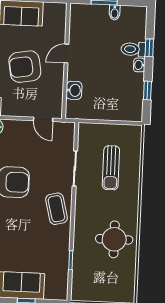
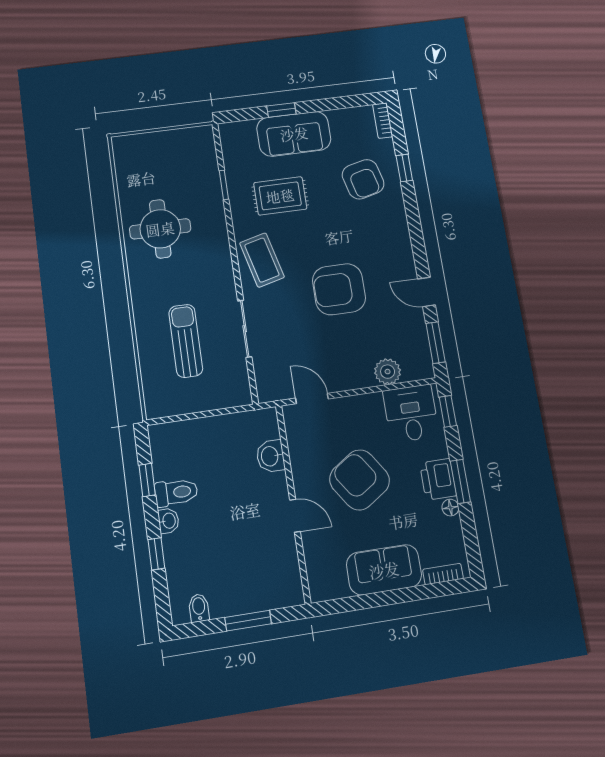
bidet: (115, 12) -> (199, 608), moved
toilet: (133, 49) -> (176, 492), moved
door: (66, 53) -> (295, 516), hinge flipped
armchair: (25, 67) -> (360, 480), turned -114
rug: (38, 247) -> (280, 196), added

